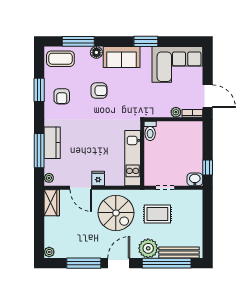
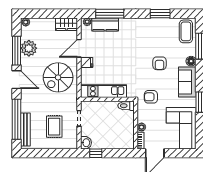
armchair: (62, 96) -> (151, 97), moved
kitchen counter: (52, 143) -> (105, 24), moved
rug: (157, 214) -> (54, 127), moved
plant: (148, 248) -> (29, 48), moved

